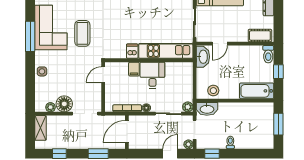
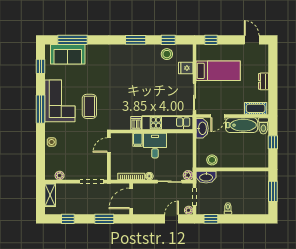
bathtub: (257, 91) -> (242, 125), moved, turned 180
floor lamp: (64, 104) -> (72, 172), removed

